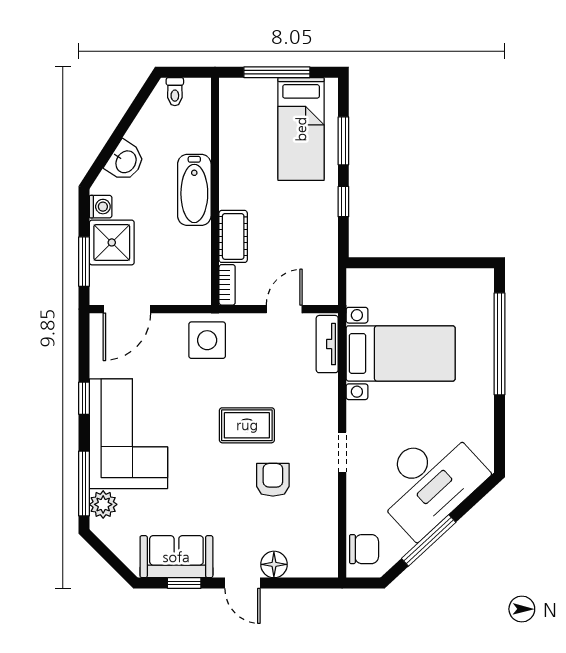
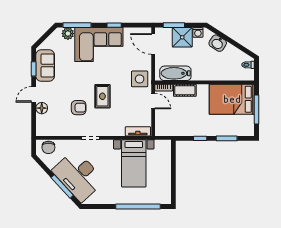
bed: (301, 129) -> (232, 99), moved, width x1.50
bathtub: (194, 190) -> (175, 73), moved
door: (284, 309) -> (153, 101), moved
window: (429, 540) -> (62, 186), moved

